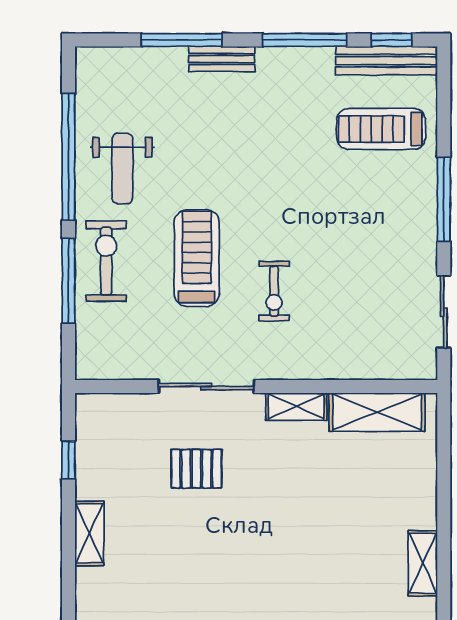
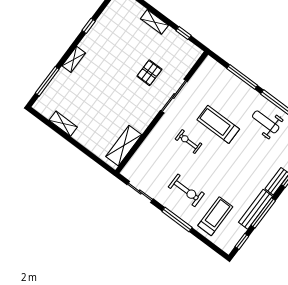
bench: (386, 61) -> (255, 209), moved
treadmill: (197, 258) -> (218, 124), turned 180
exercise bike: (106, 261) -> (186, 190), moved
shelving: (296, 407) -> (145, 121), removed

